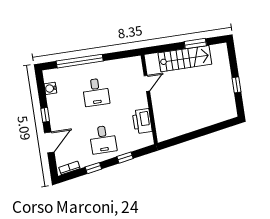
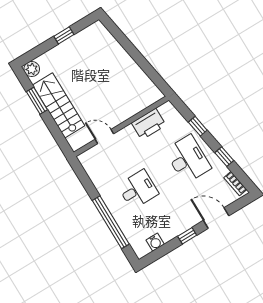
plant: (221, 50) -> (32, 69), added
desk: (103, 140) -> (188, 159), width x1.37

